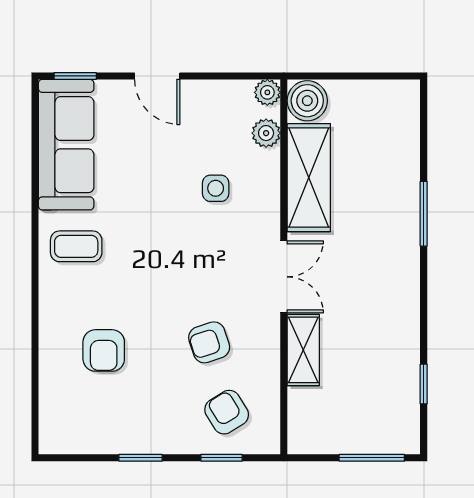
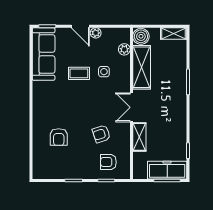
plant: (267, 92) -> (96, 33), moved
shelving: (388, 94) -> (174, 34), added
coffee table: (76, 246) -> (79, 73), moved
double door: (284, 277) -> (131, 107), swing flipped
armchair: (227, 412) -> (108, 162), turned -58
freezer: (372, 432) -> (167, 170), added

